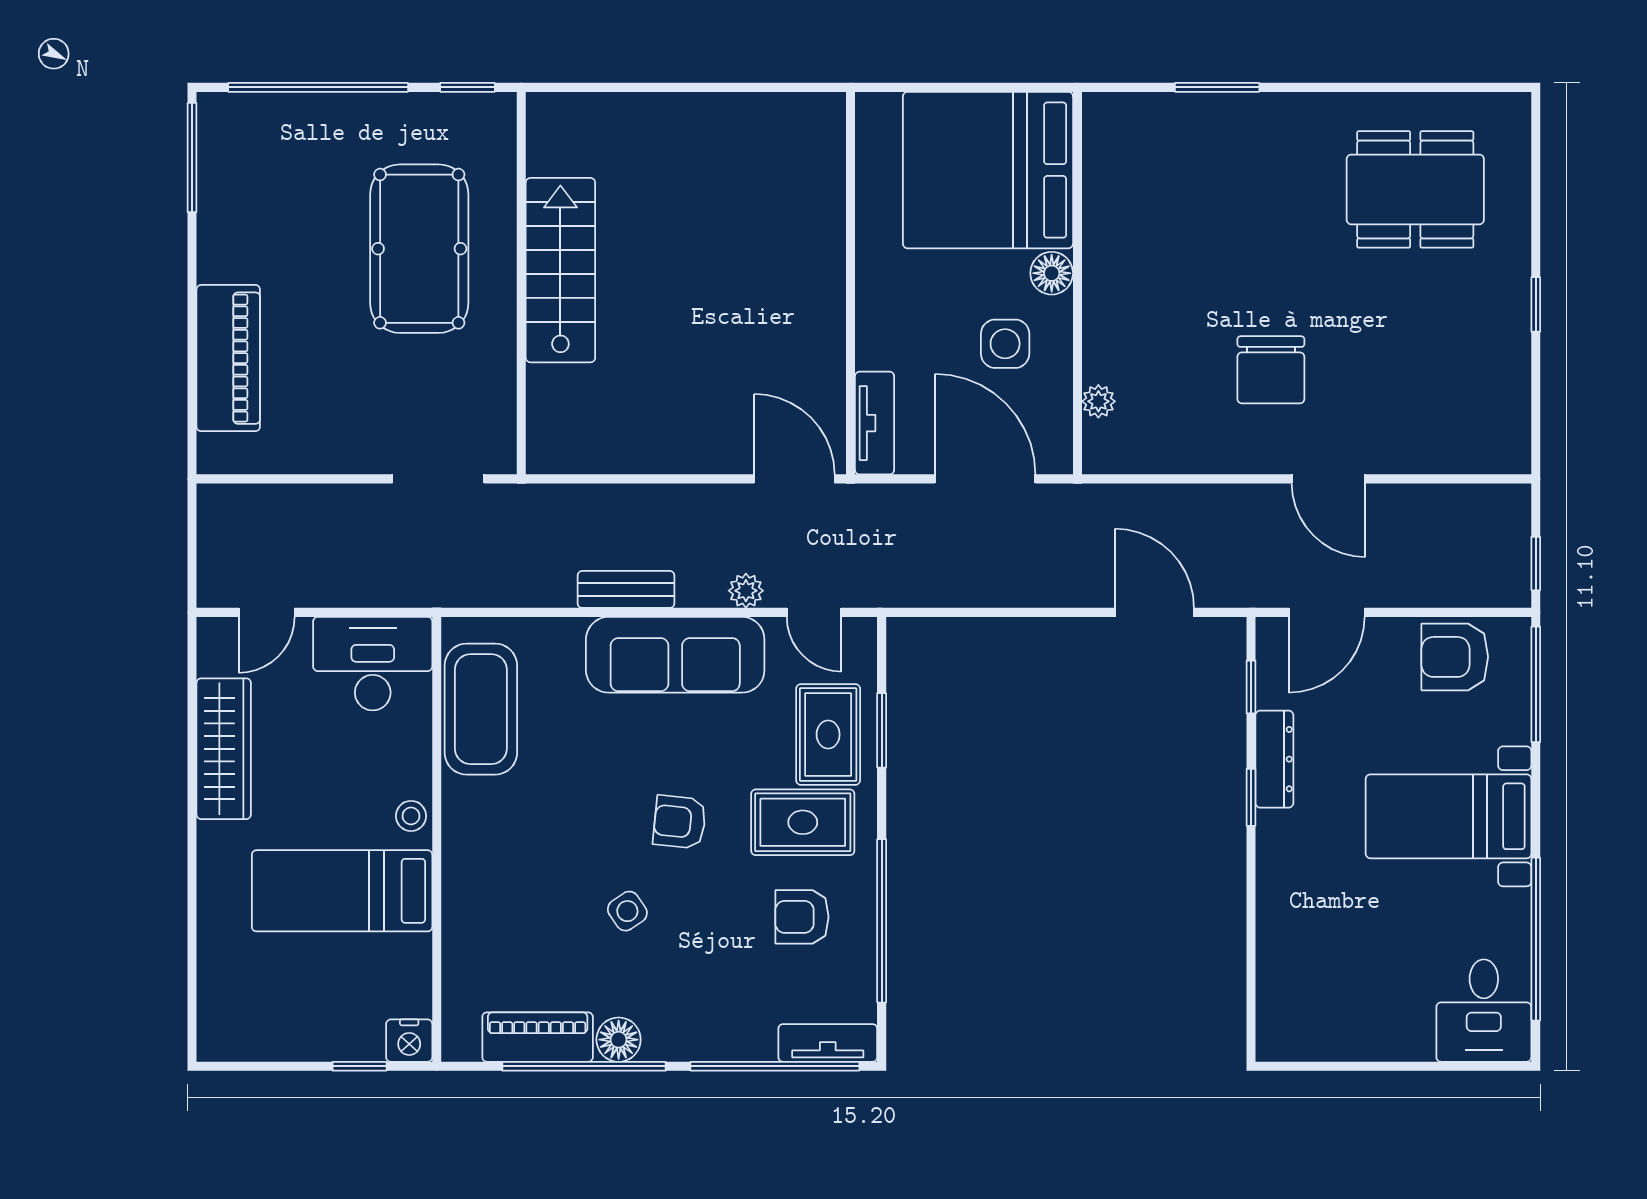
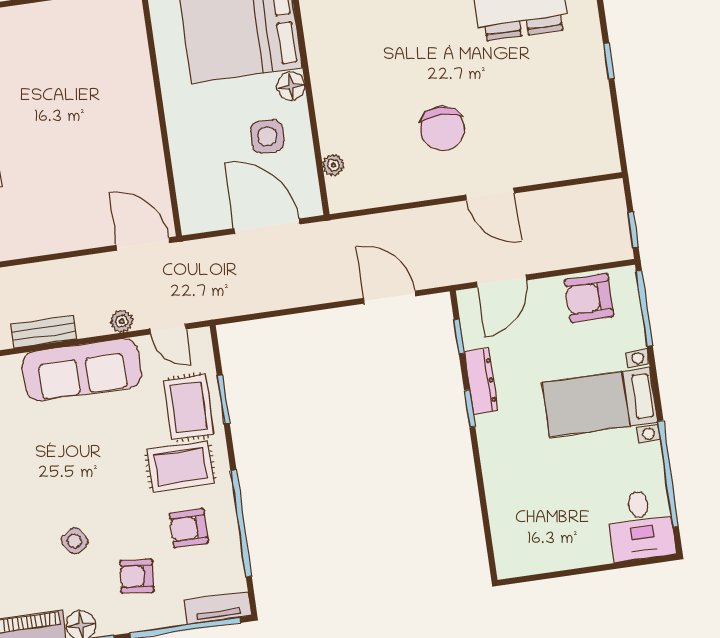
tv unit: (875, 423) -> (190, 200), removed
armchair: (680, 822) -> (137, 576), moved

